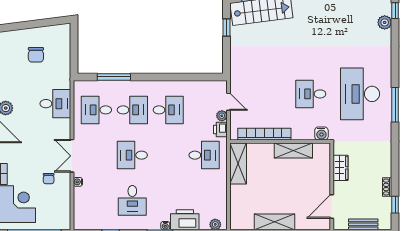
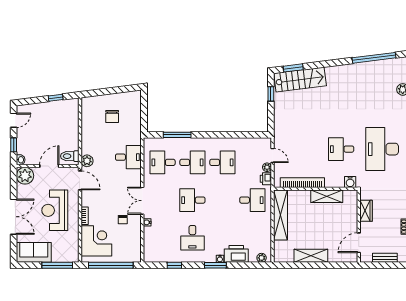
shelving: (238, 163) -> (281, 215), width x1.47

